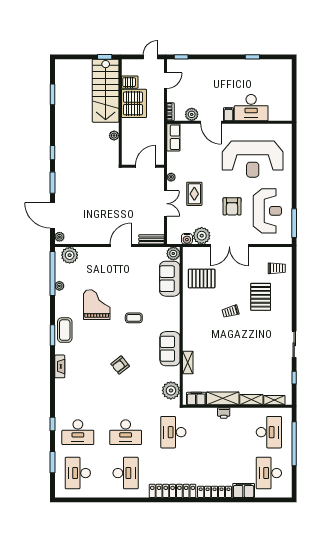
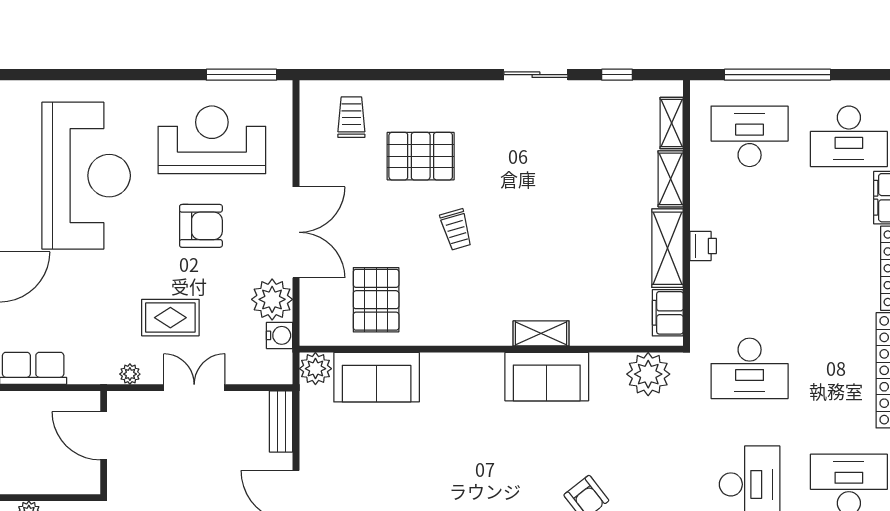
coffee table: (134, 318) -> (472, 464), removed
shelving: (188, 362) -> (541, 333), moved

